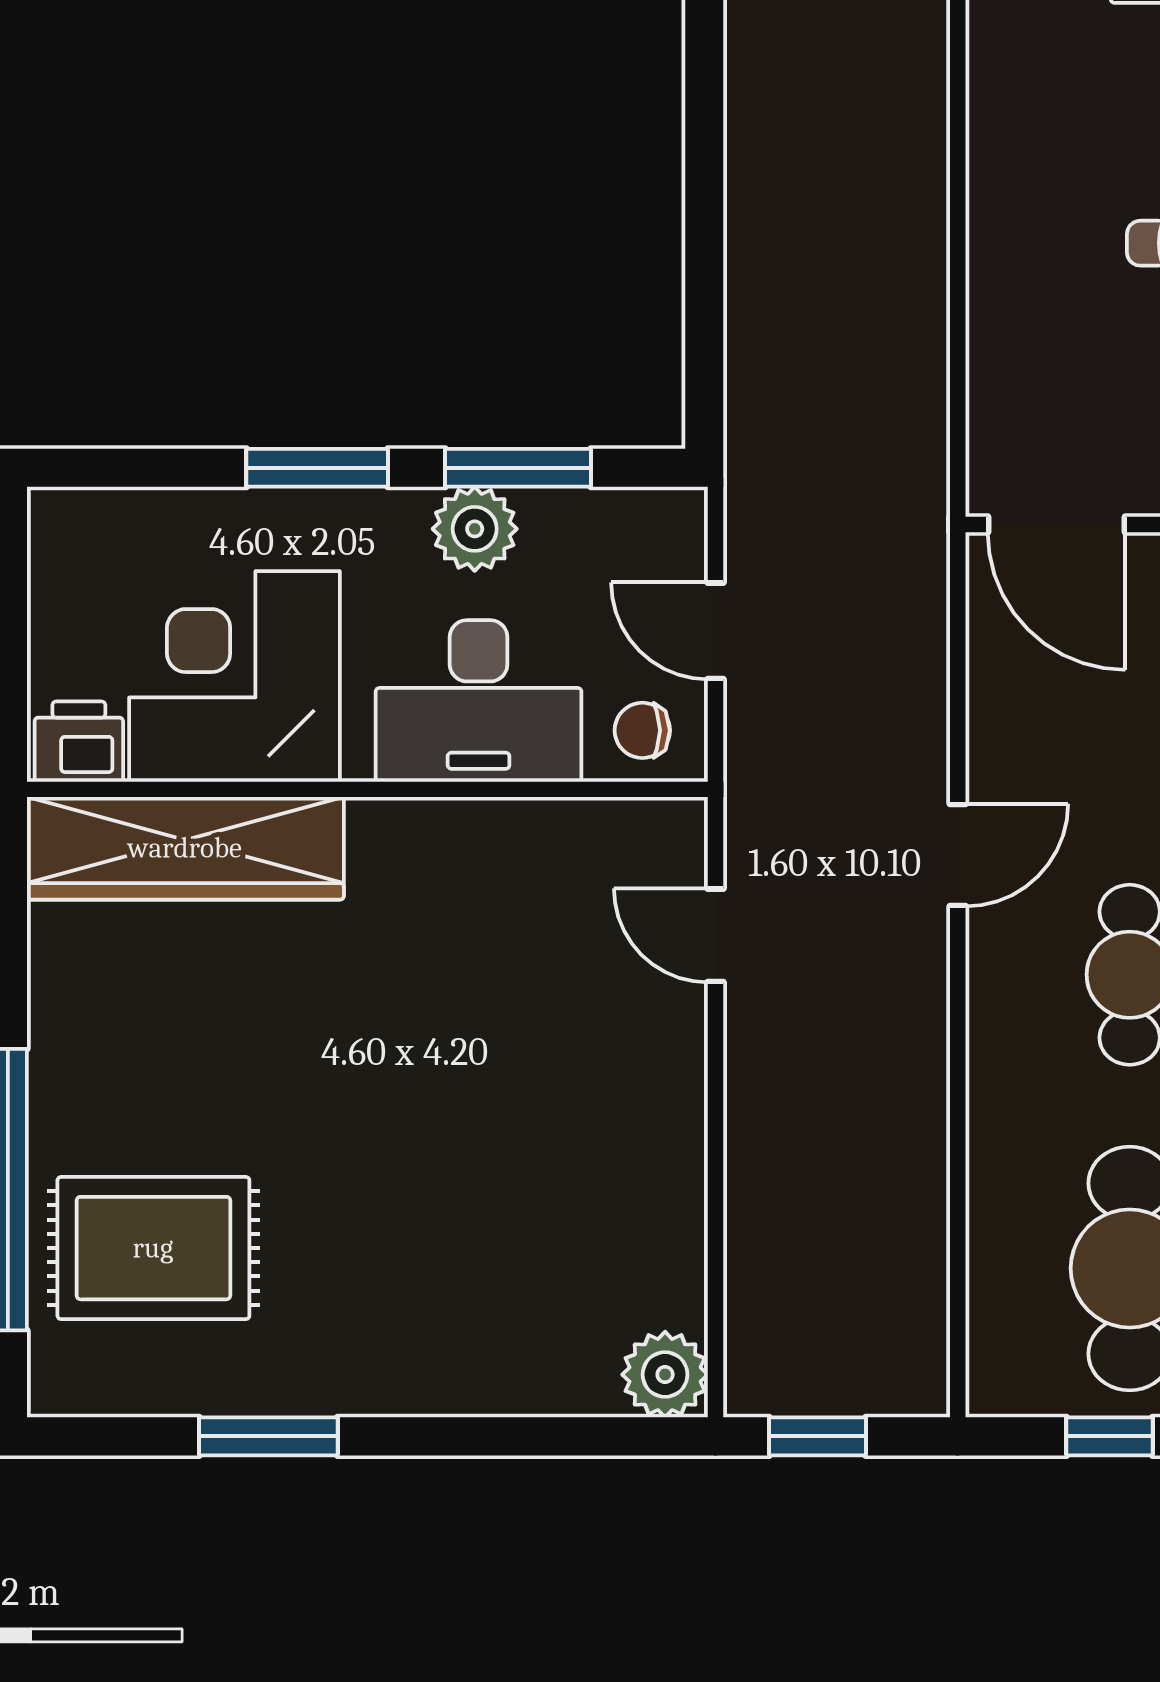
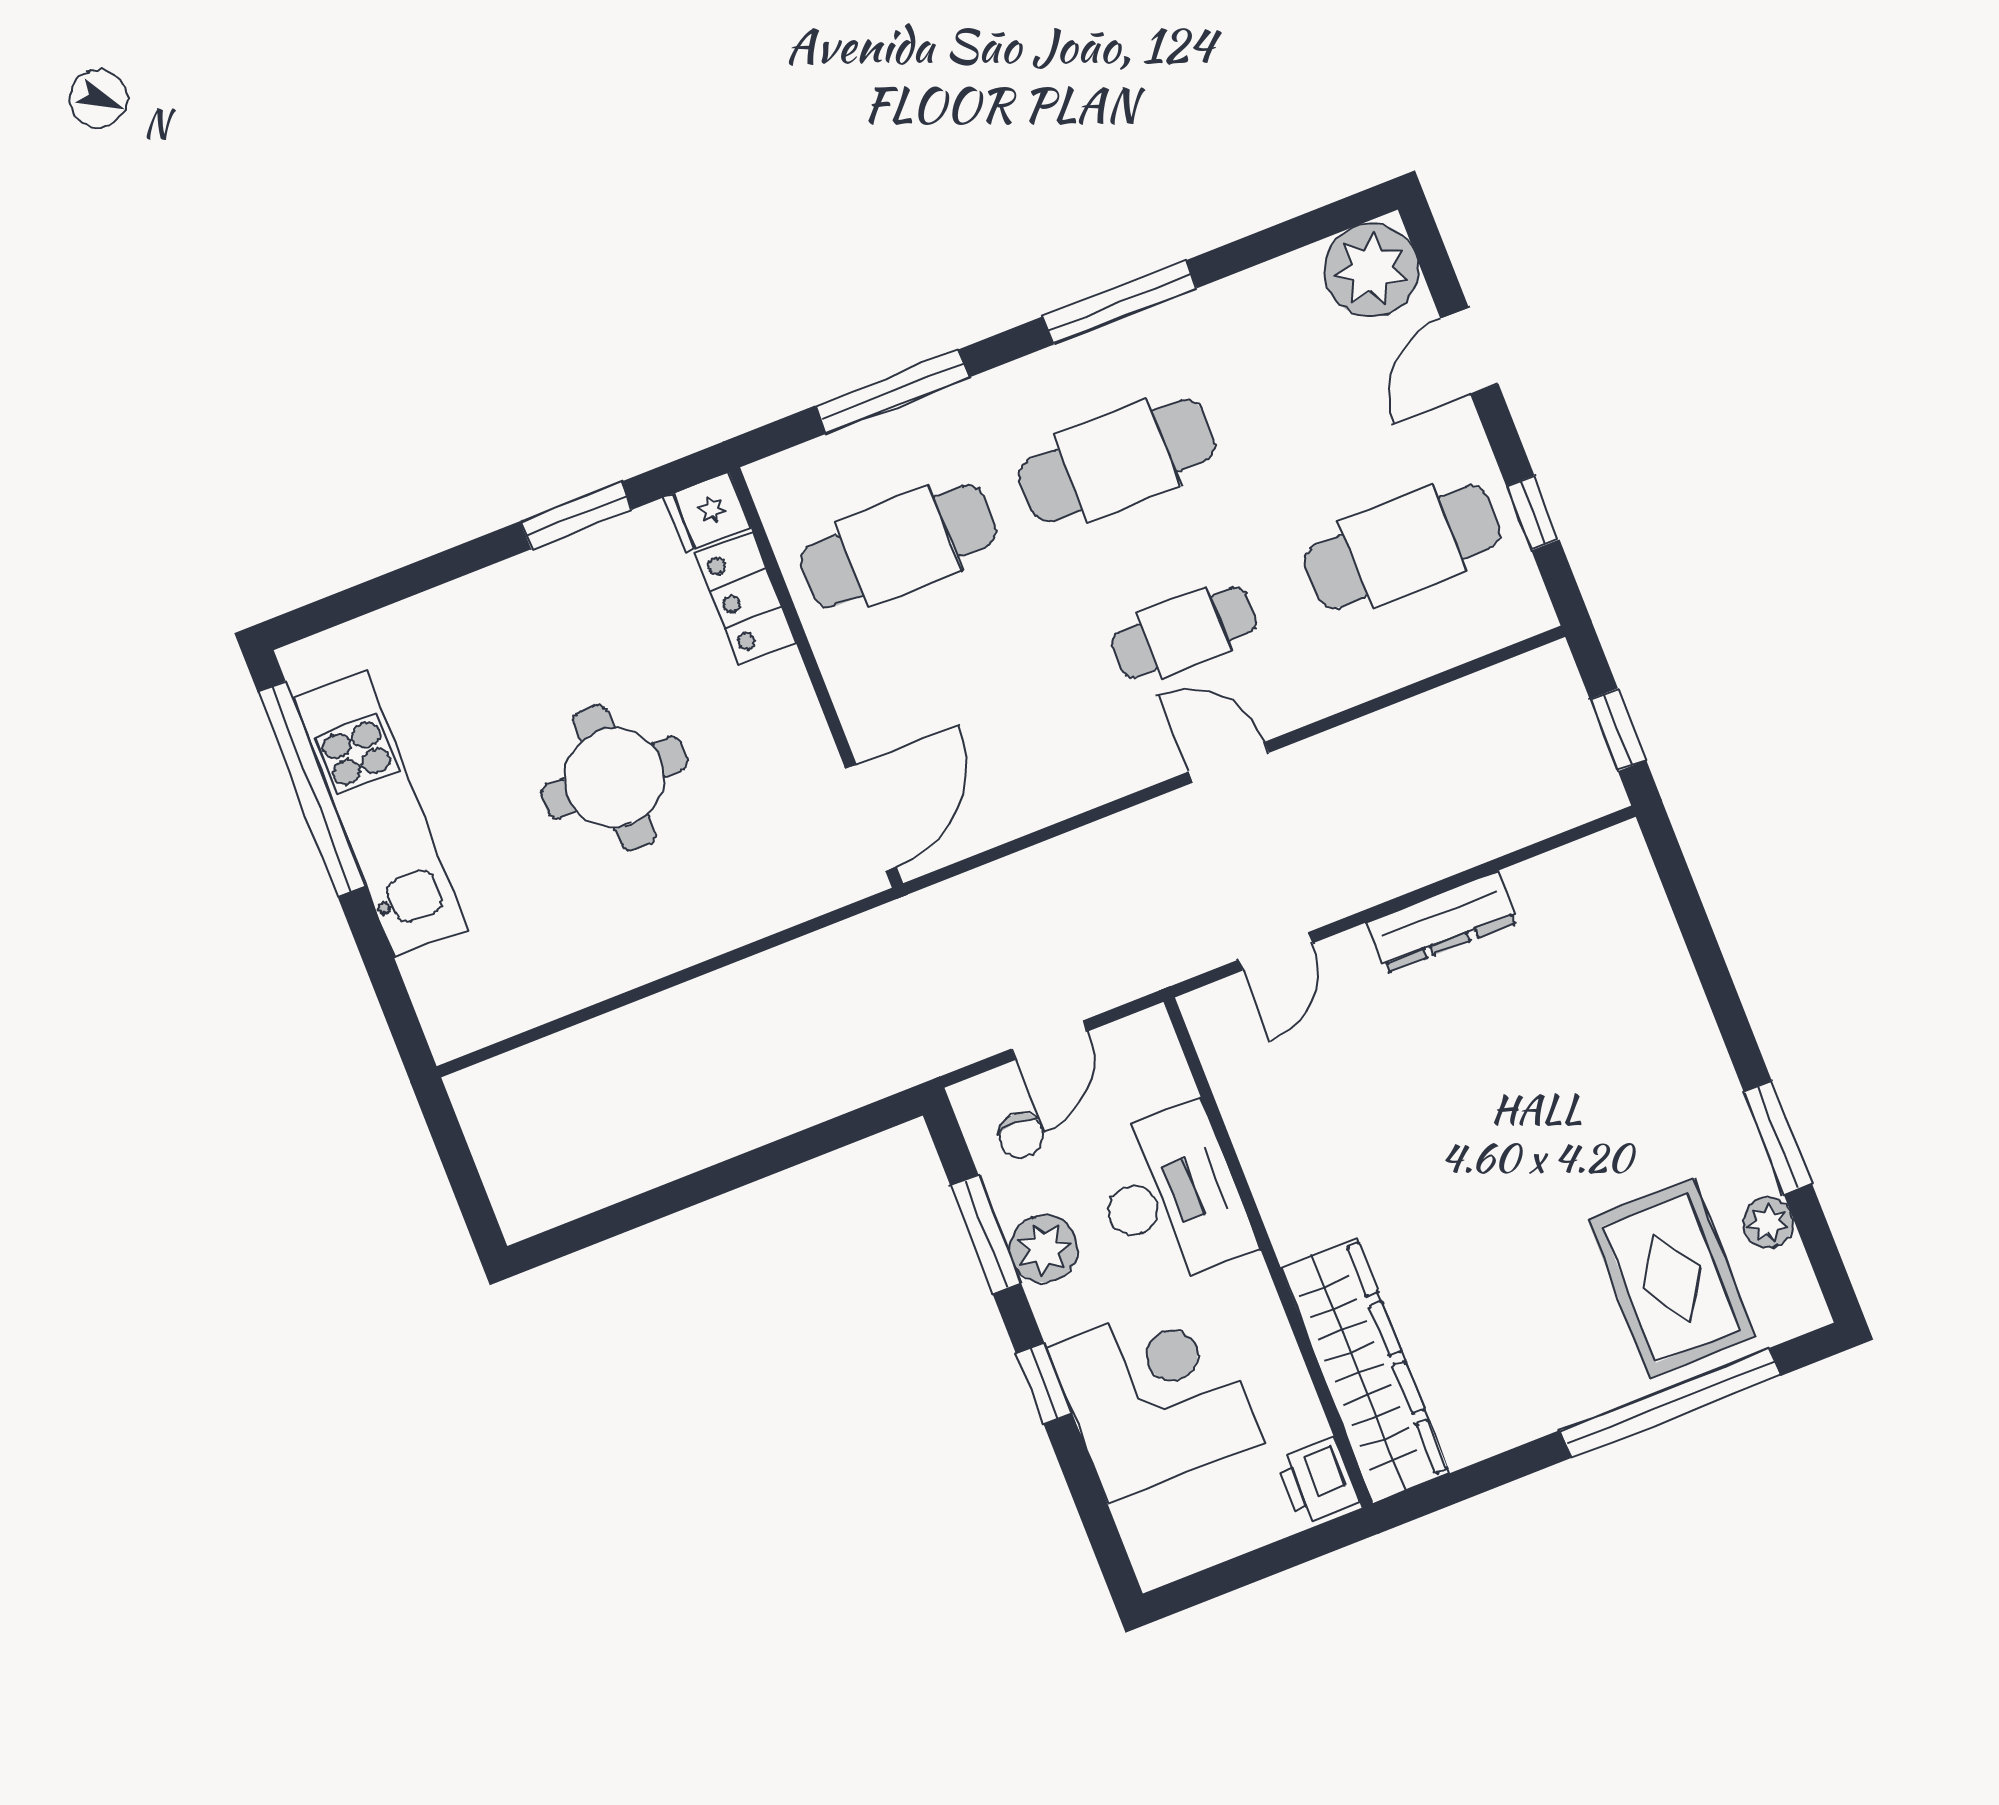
window: (317, 468) -> (1044, 1383), width x0.67
corner desk: (234, 676) -> (1155, 1395), moved, turned 180
chair: (642, 730) -> (1021, 1136), moved
door: (958, 855) -> (1228, 762), moved
dresser: (673, 1143) -> (1442, 922), added
plant: (665, 1375) -> (1768, 1223), moved, width x0.73, depth x0.73

